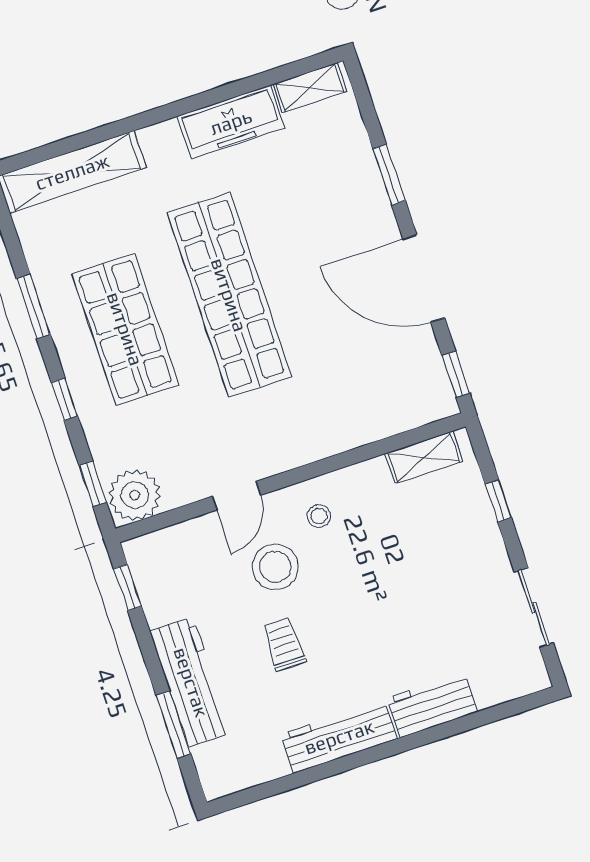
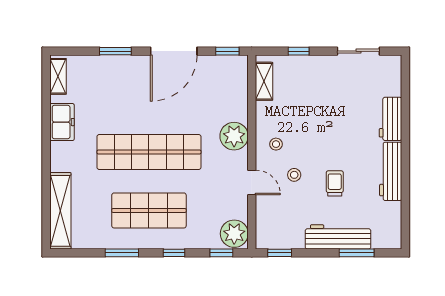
freezer: (231, 122) -> (62, 122), width x0.71
plant: (308, 437) -> (234, 136), added
stool: (275, 567) -> (294, 175), width x0.53, depth x0.53
trolley: (284, 644) -> (335, 183), turned 90

